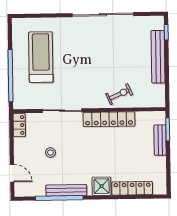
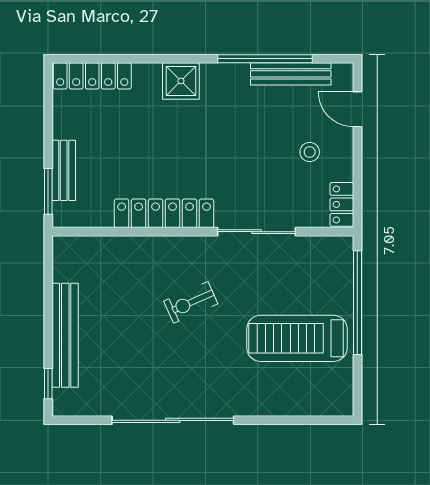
treadmill: (41, 57) -> (297, 338), turned 90
exercise bike: (119, 94) -> (191, 302), moved
stool: (50, 153) -> (310, 152), moved
locker: (132, 188) -> (92, 76), moved
bench: (66, 190) -> (291, 74), moved

